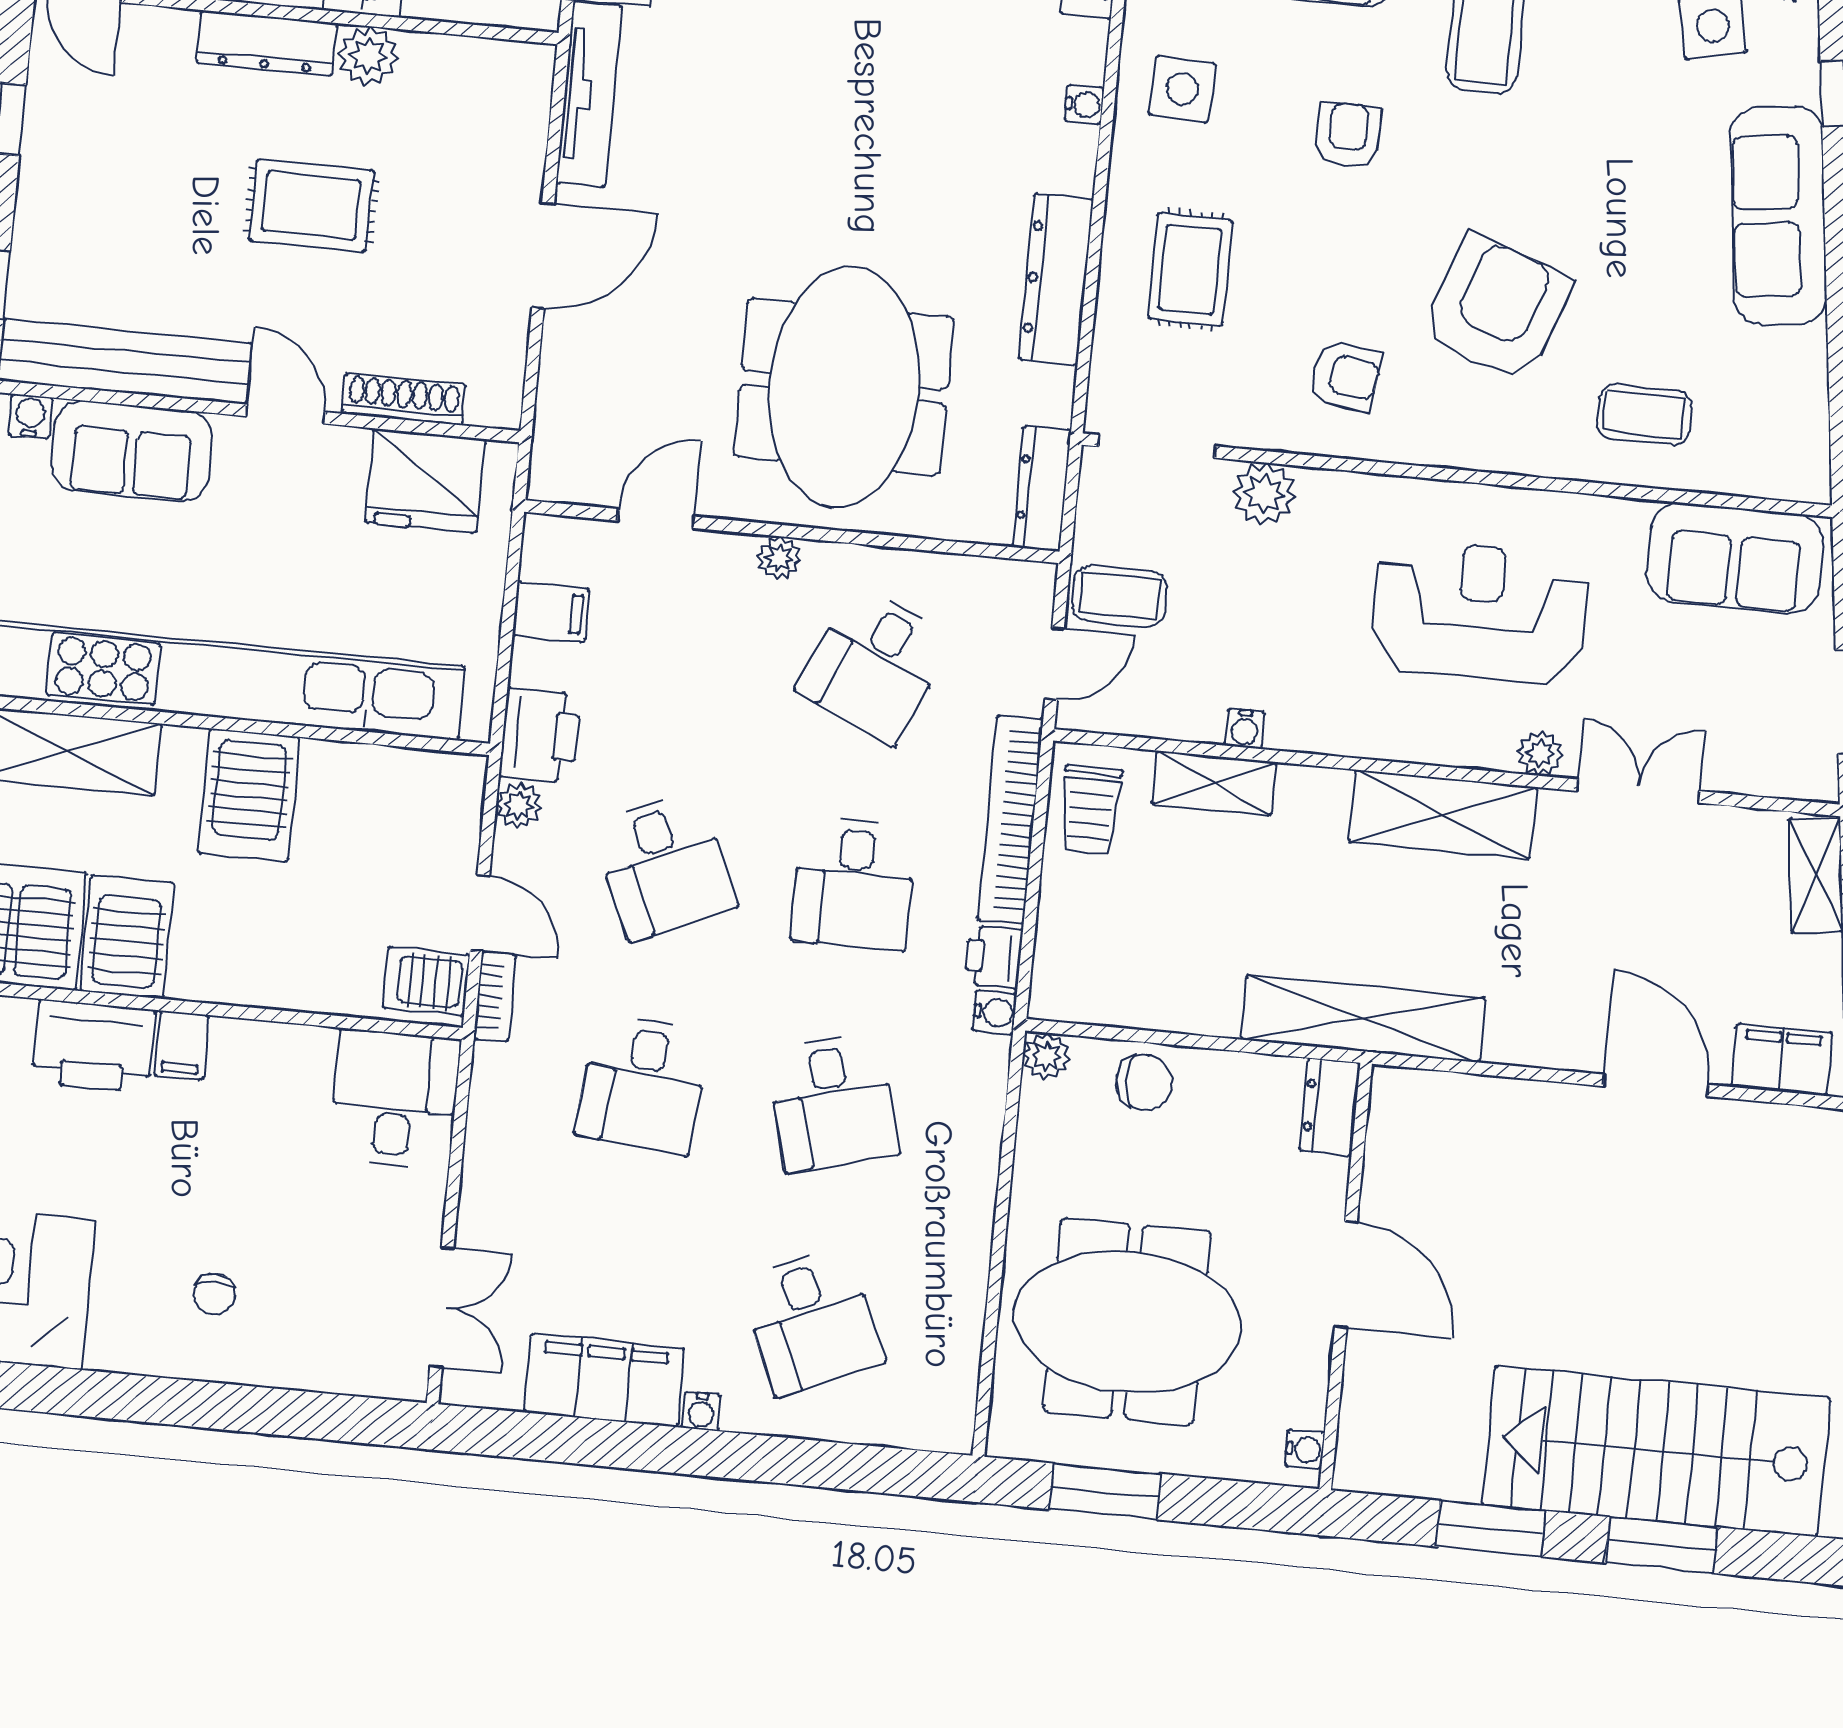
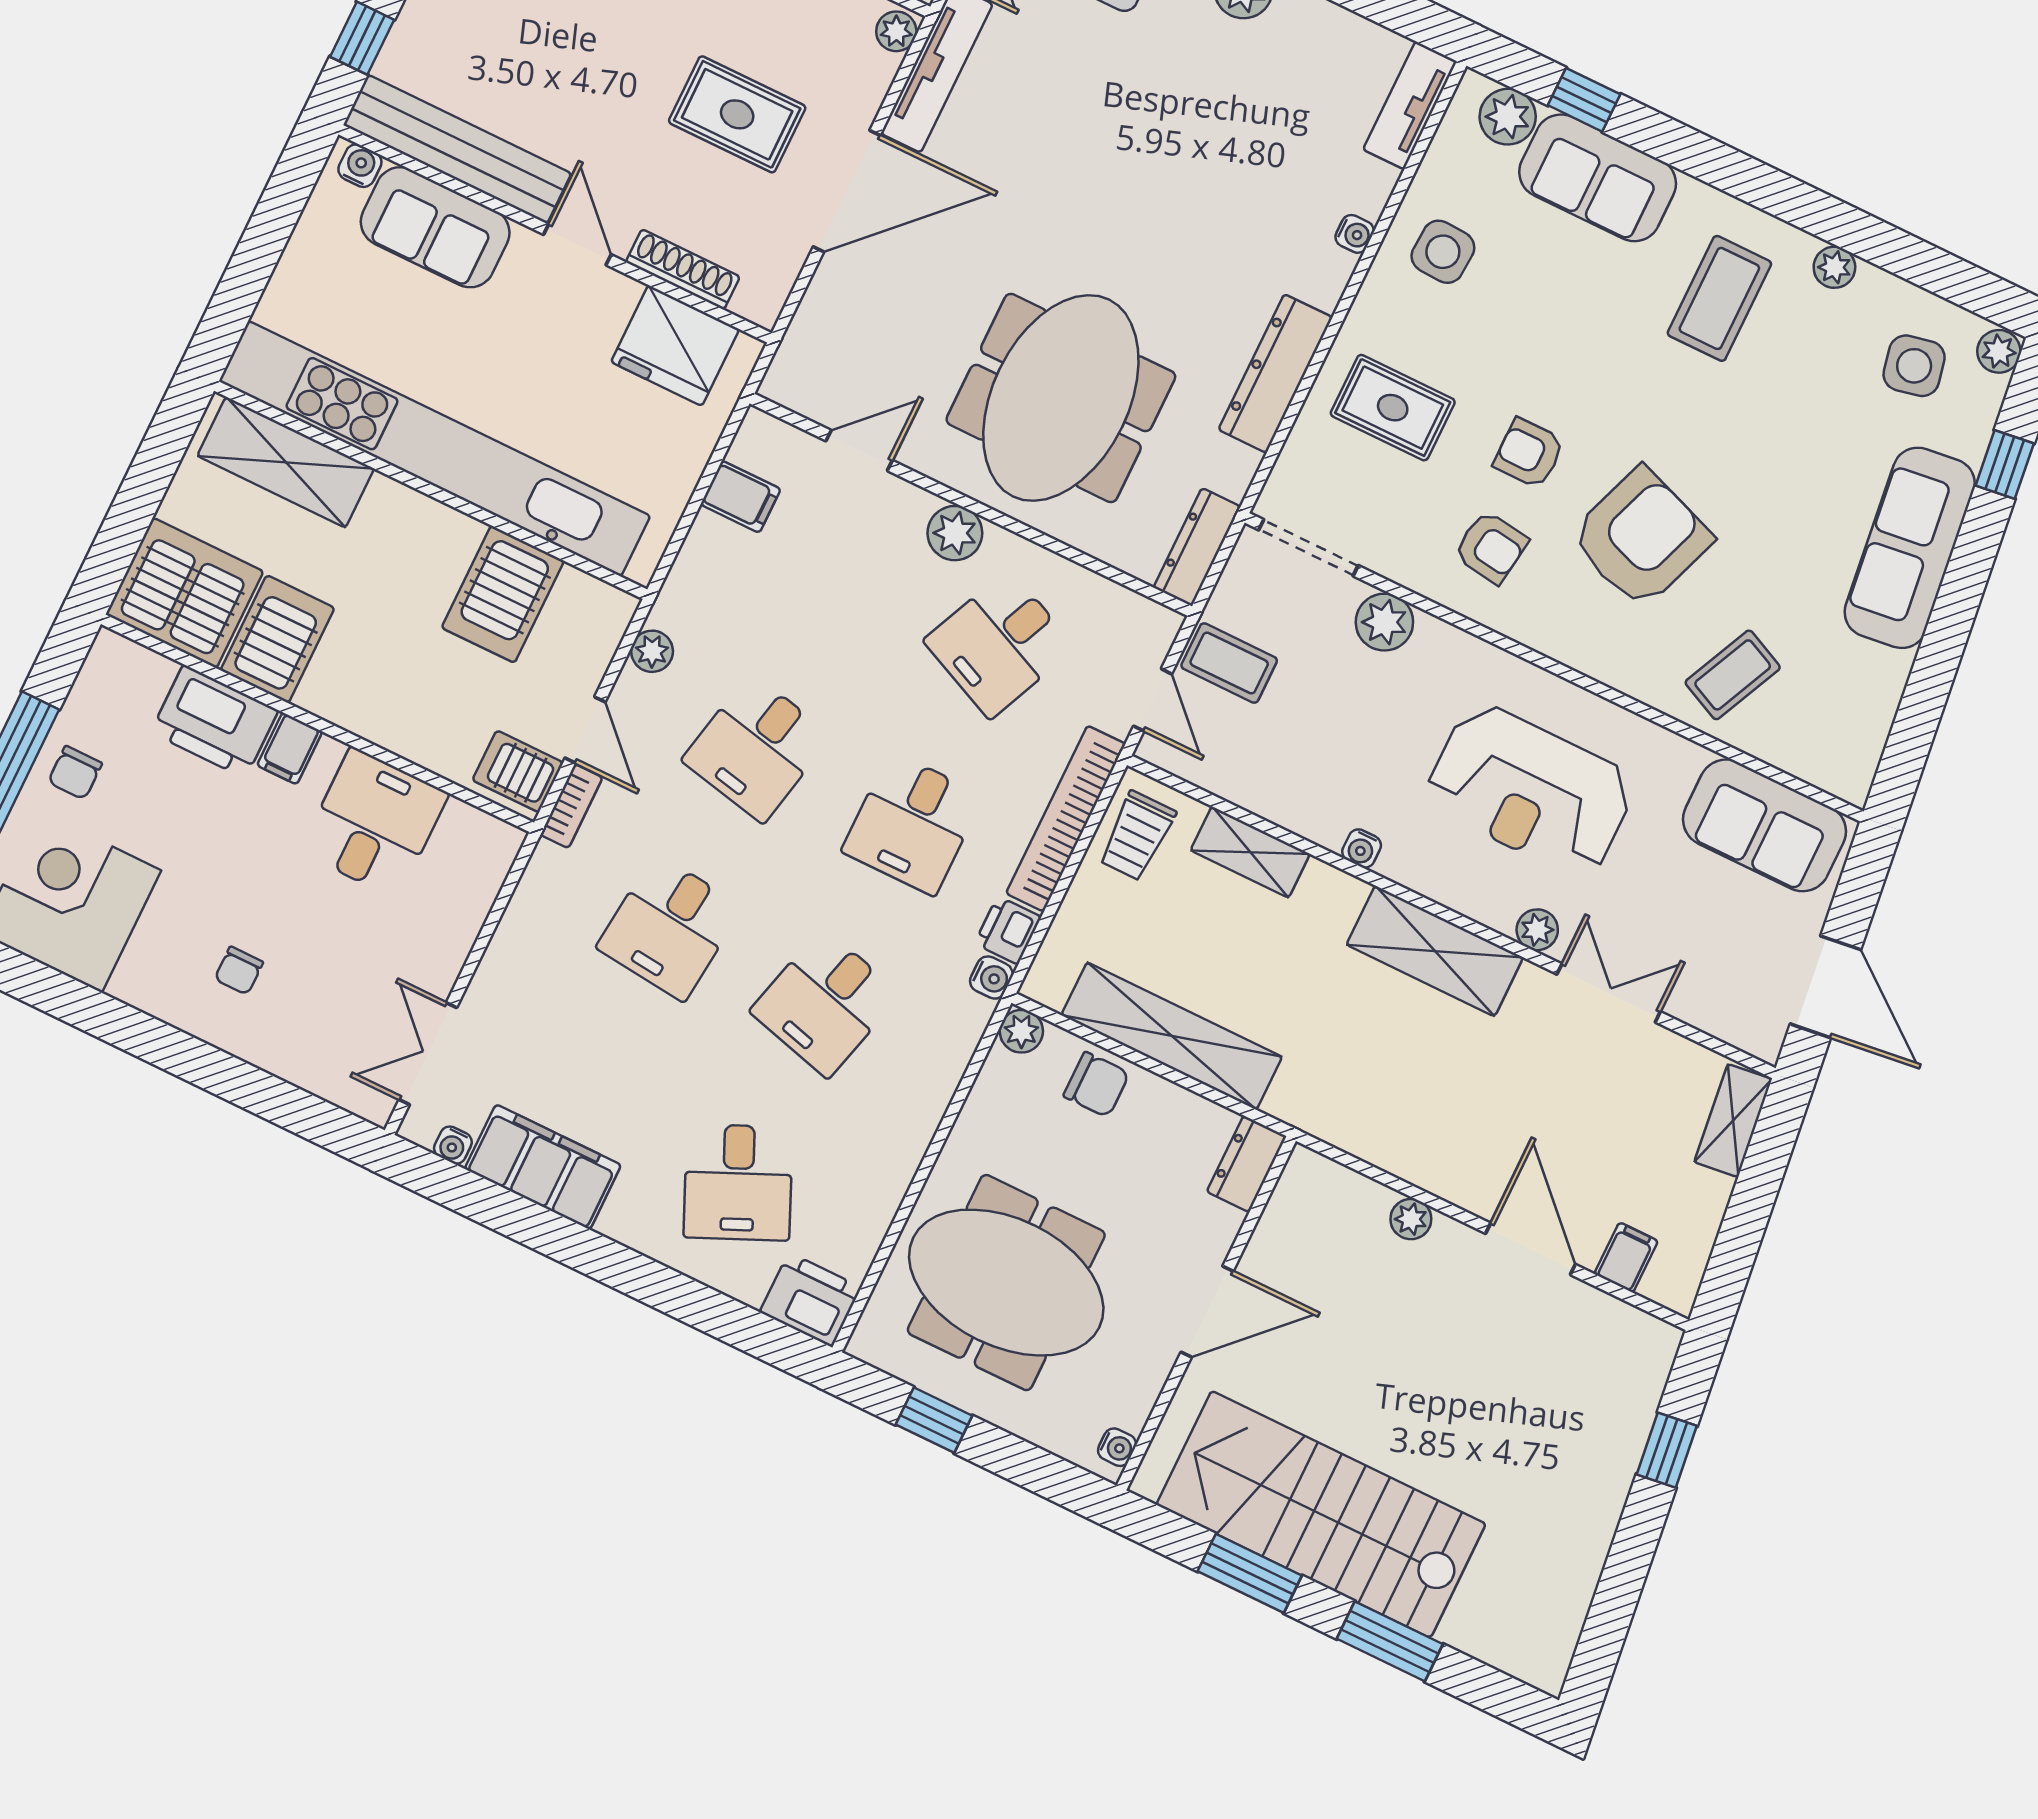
plant: (533, 71) -> (896, 31), added
armchair: (1348, 135) -> (1529, 453), moved, turned -90
rug: (311, 205) -> (737, 114), moved
door: (543, 255) -> (847, 191), width x1.36
rug: (1190, 269) -> (1393, 408), turned 90
coffee table: (1644, 415) -> (1733, 675), turned -65
plant: (779, 558) -> (955, 533), width x1.38, depth x1.38
reception desk: (1479, 612) -> (1530, 790), turned 180
door: (1055, 664) -> (1153, 700), hinge flipped
water cooler: (1245, 729) -> (1362, 848), moved
printer: (540, 735) -> (810, 1300), moved, turned -90
server rack: (249, 795) -> (503, 594), moved
desk: (664, 865) -> (757, 748), turned 36
shelving: (1363, 1019) -> (1172, 1036), moved
filing cabinet: (1782, 1060) -> (1626, 1257), width x0.50
desk: (395, 1099) -> (374, 823), moved
plant: (1521, 1101) -> (1411, 1219), added
desk: (833, 1102) -> (825, 1003), turned 30
door: (1346, 1275) -> (1207, 1312), hinge flipped
double door: (442, 1307) -> (428, 1054), swing flipped
water cooler: (701, 1411) -> (453, 1145), moved
stairs: (1656, 1451) -> (1321, 1514), moved
window: (1105, 1492) -> (934, 1420), width x0.67

